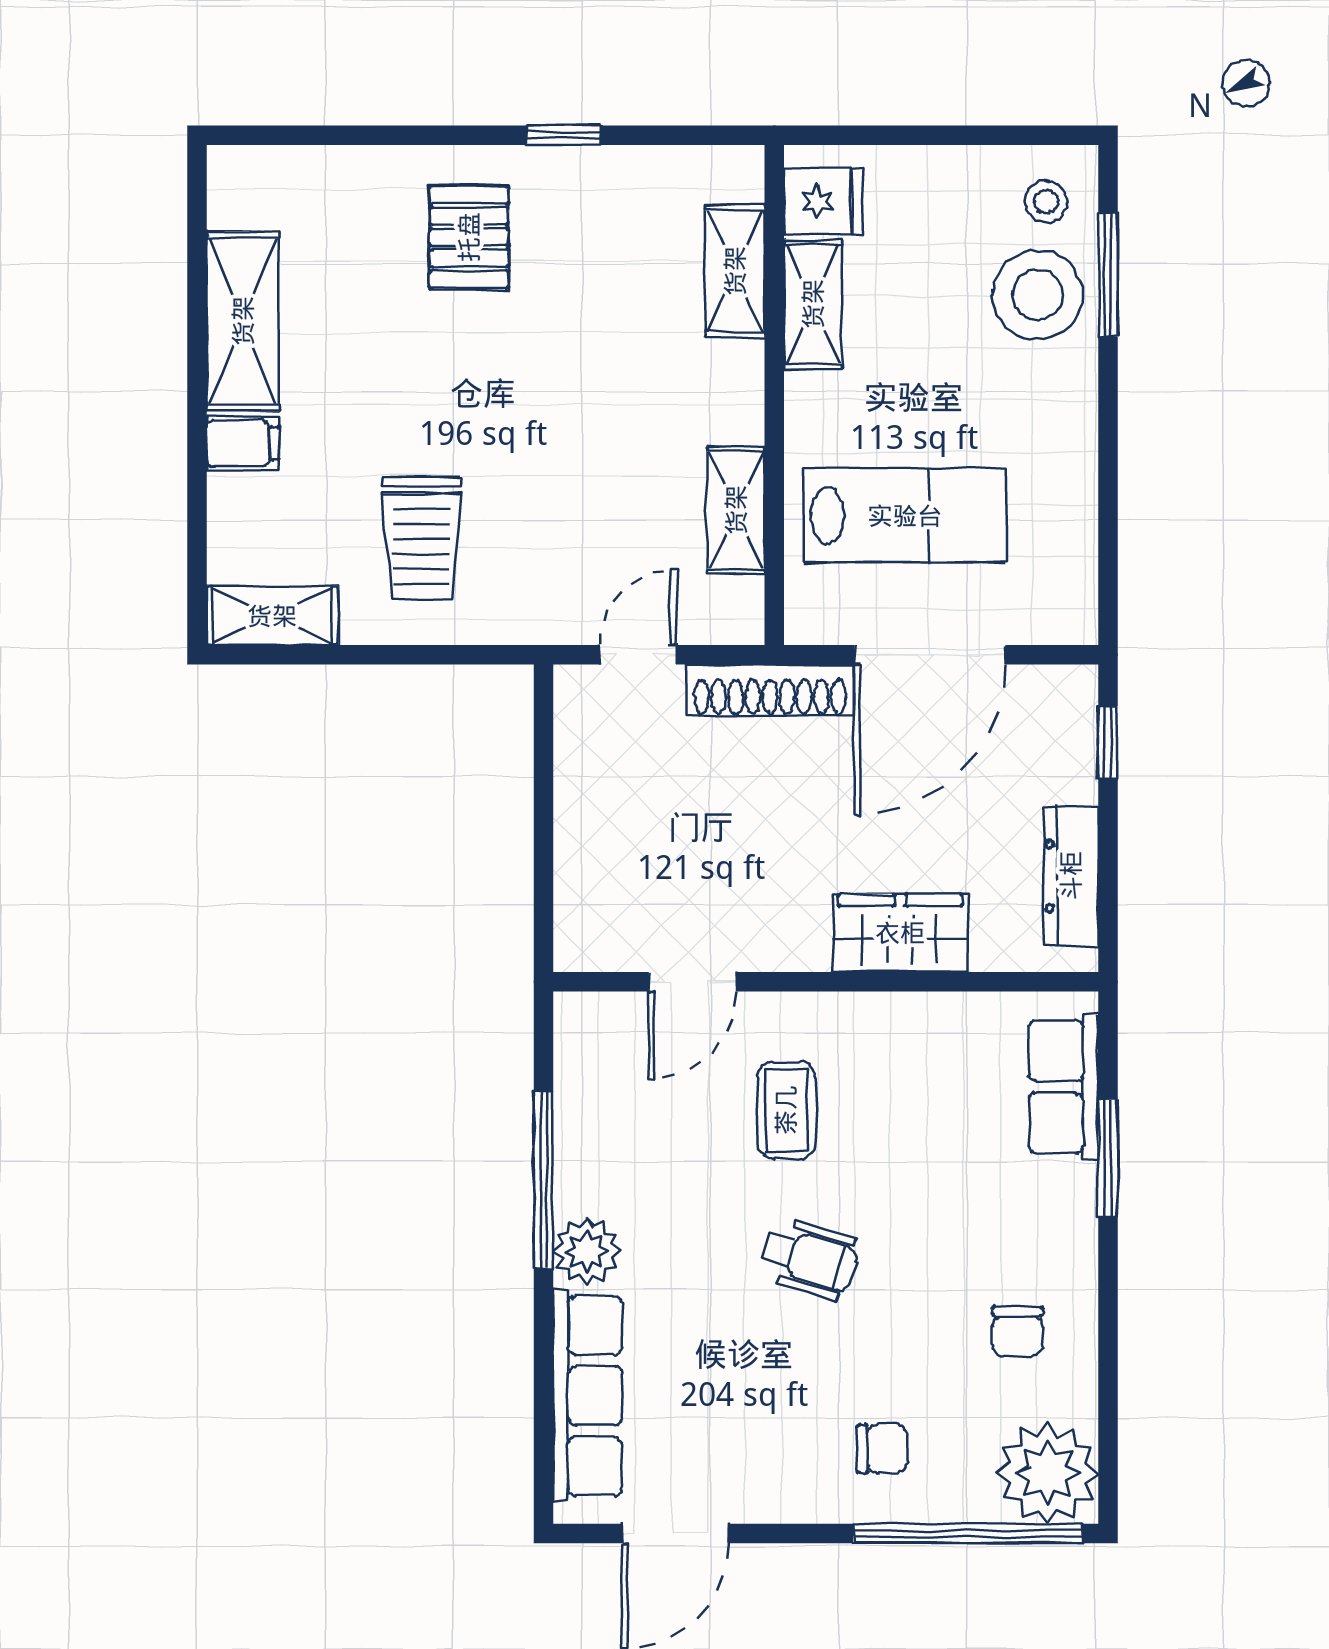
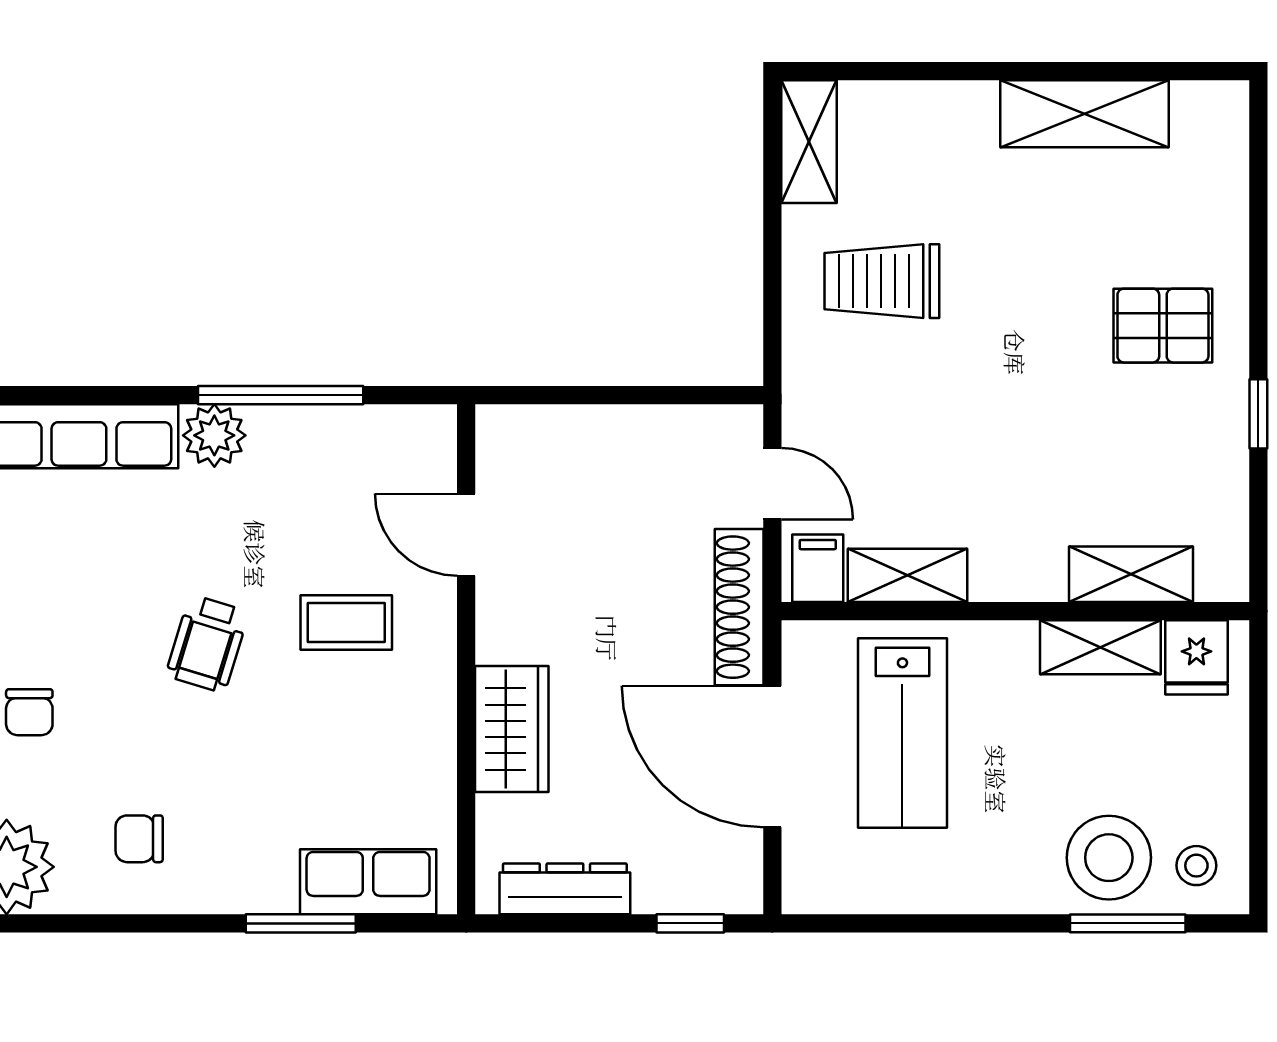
filing cabinet: (243, 443) -> (818, 568), moved, turned 180

